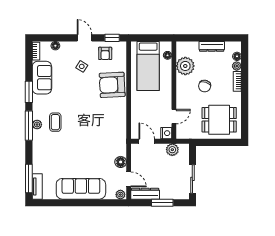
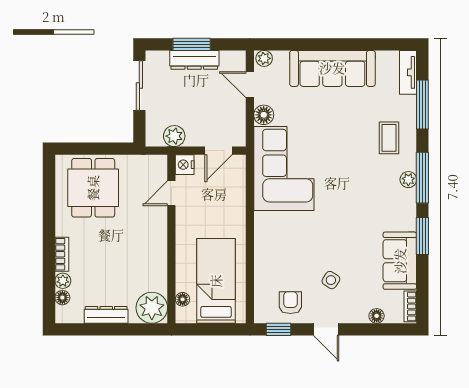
plant: (185, 66) -> (152, 308), moved
armchair: (112, 85) -> (278, 248), removed
chair: (205, 86) -> (118, 246), removed
dining table: (219, 120) -> (93, 188), turned 90
coffee table: (55, 122) -> (389, 138), moved
corner sofa: (109, 131) -> (284, 168), added
door: (147, 141) -> (219, 151), hinge flipped
window: (29, 178) -> (422, 105), moved
dresser: (145, 194) -> (194, 60), moved

